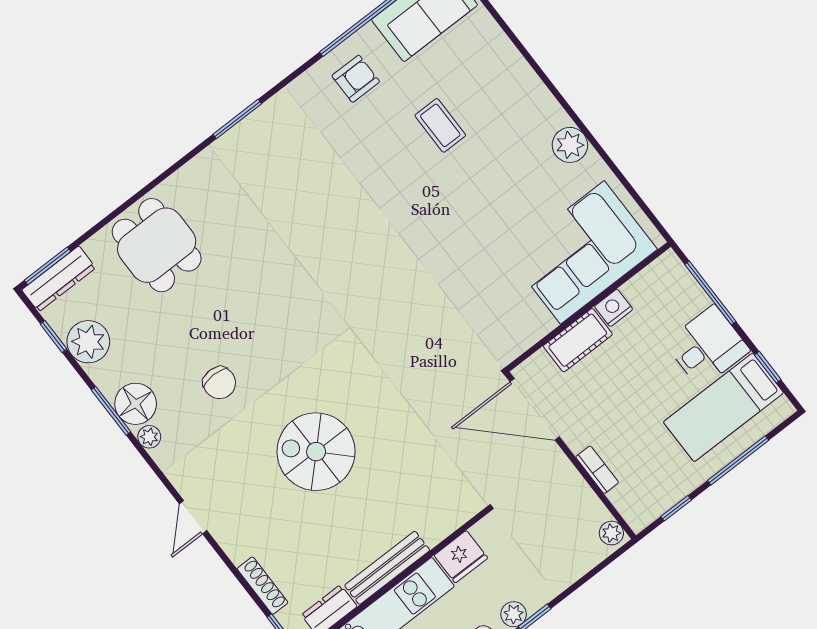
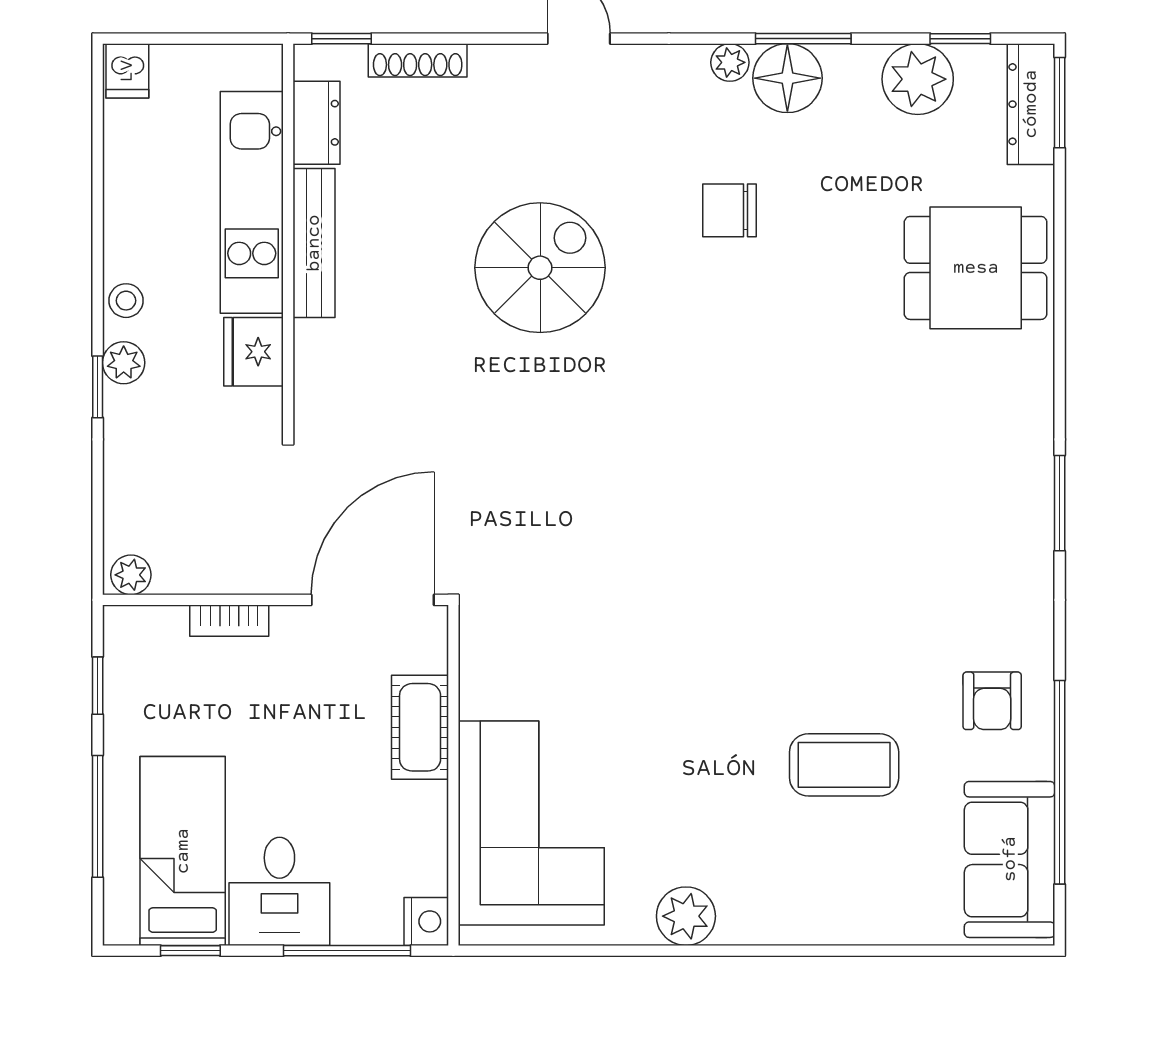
coffee table: (440, 125) -> (844, 765), width x1.36, depth x1.30
nightstand: (614, 308) -> (426, 921), moved

